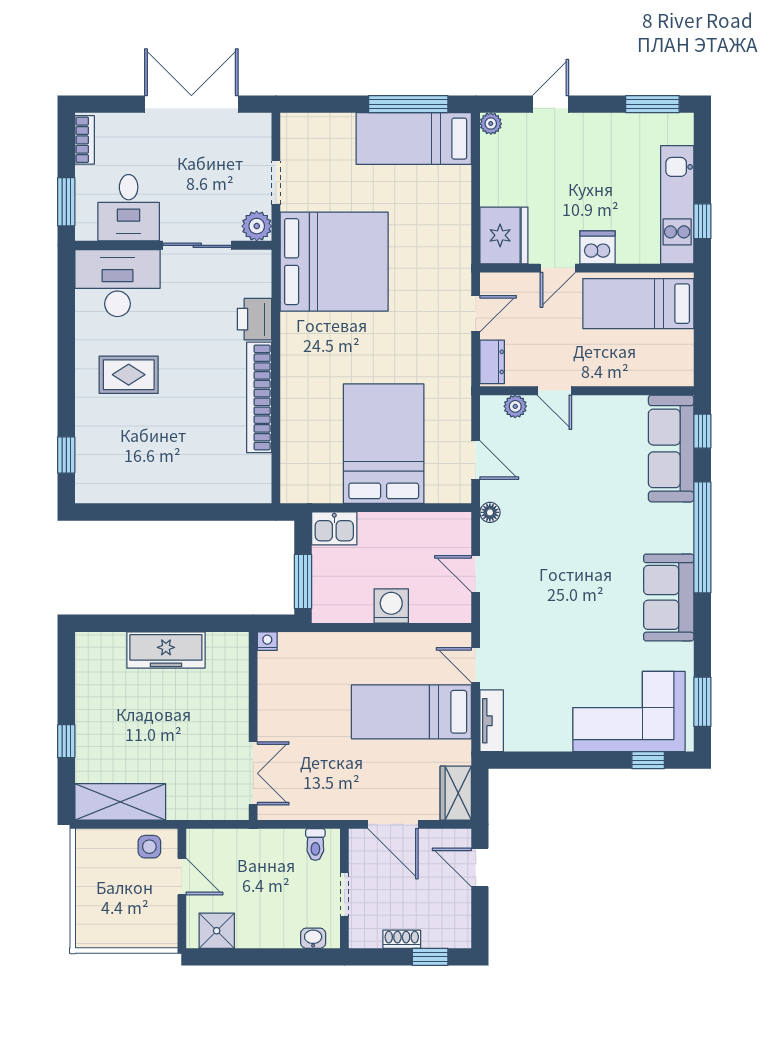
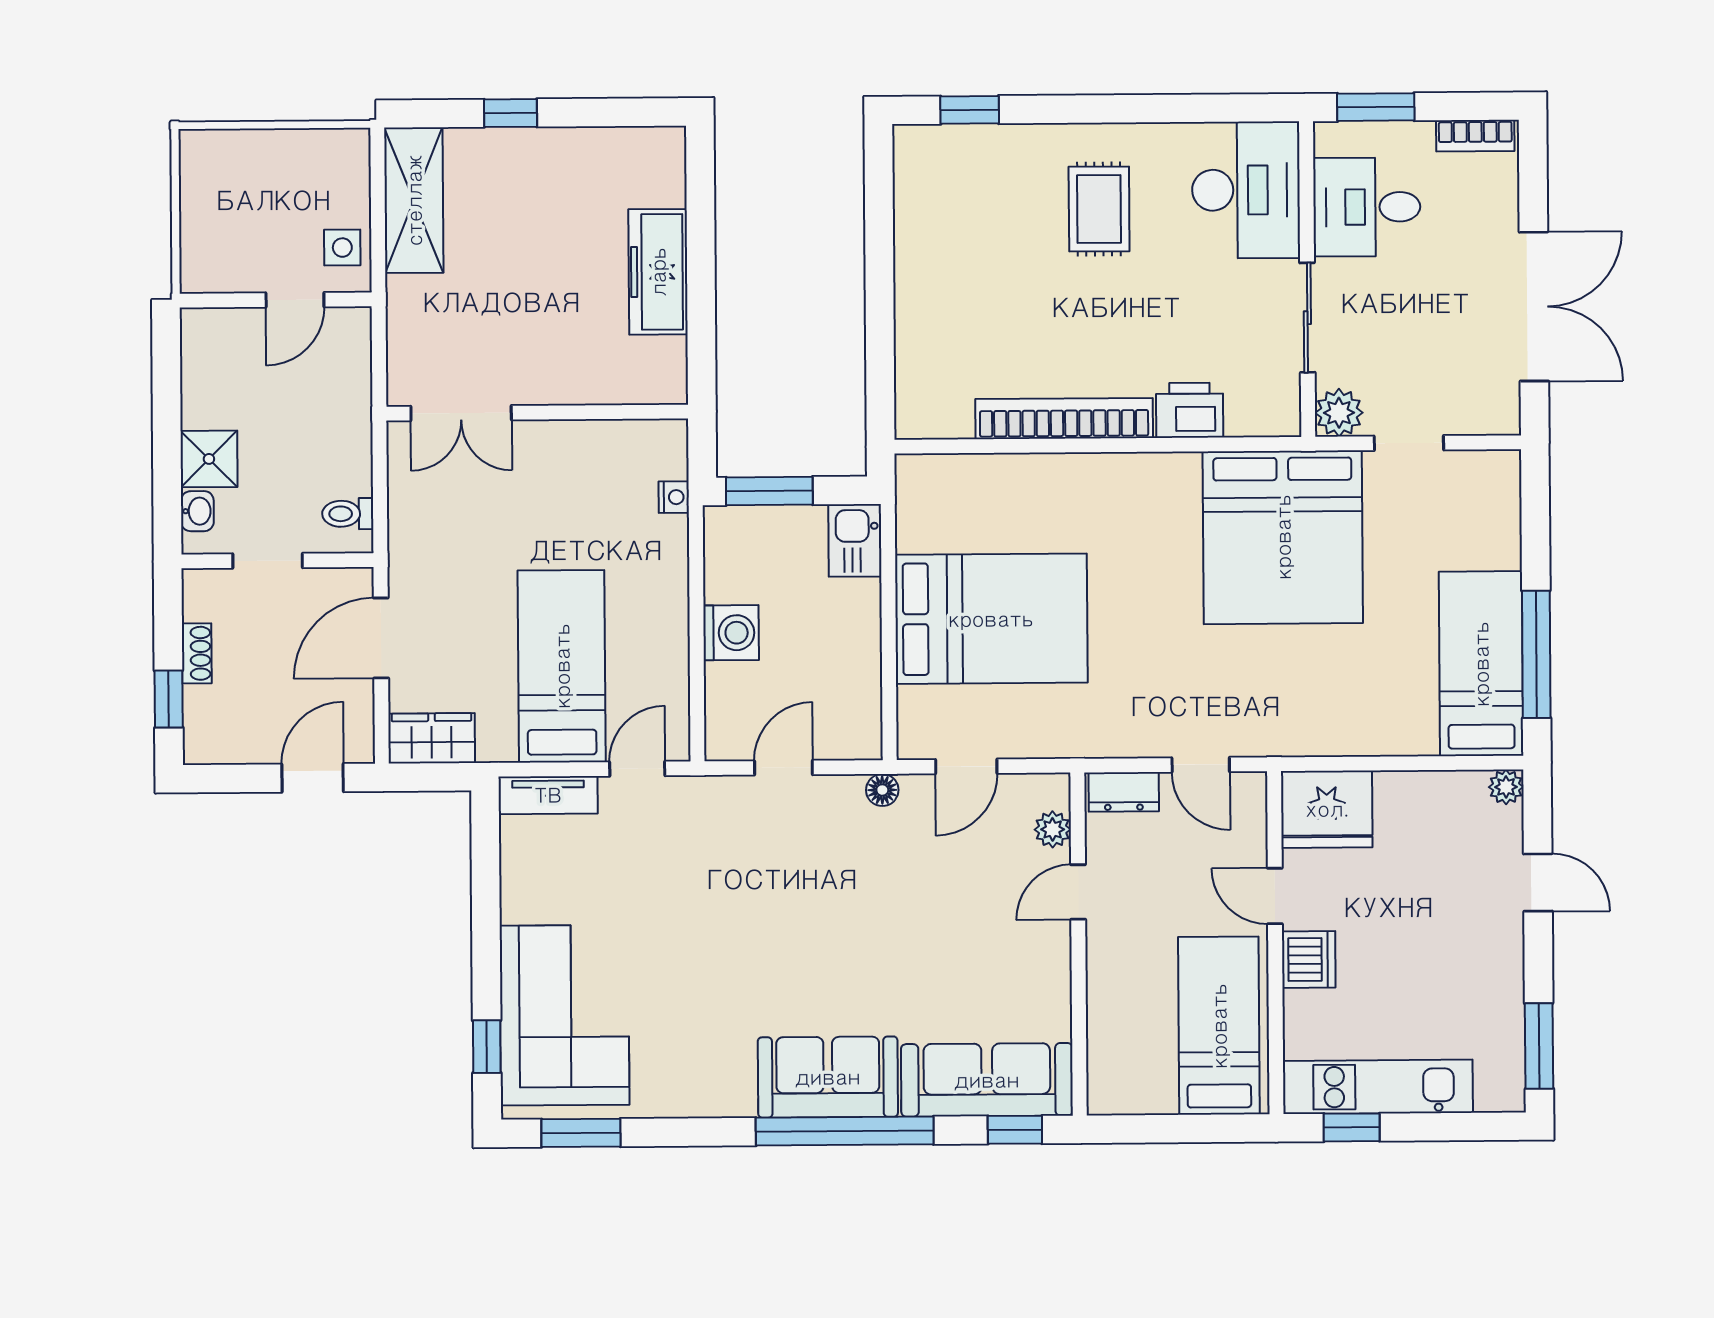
sofa: (669, 597) -> (828, 1077), moved
nightstand: (267, 641) -> (674, 497), moved
shower: (217, 931) -> (209, 459), moved

